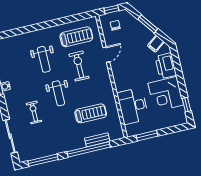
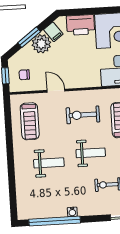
plant: (144, 35) -> (41, 44), added
treadmill: (76, 37) -> (30, 121), turned 180
exercise bike: (79, 66) -> (83, 115), moved

